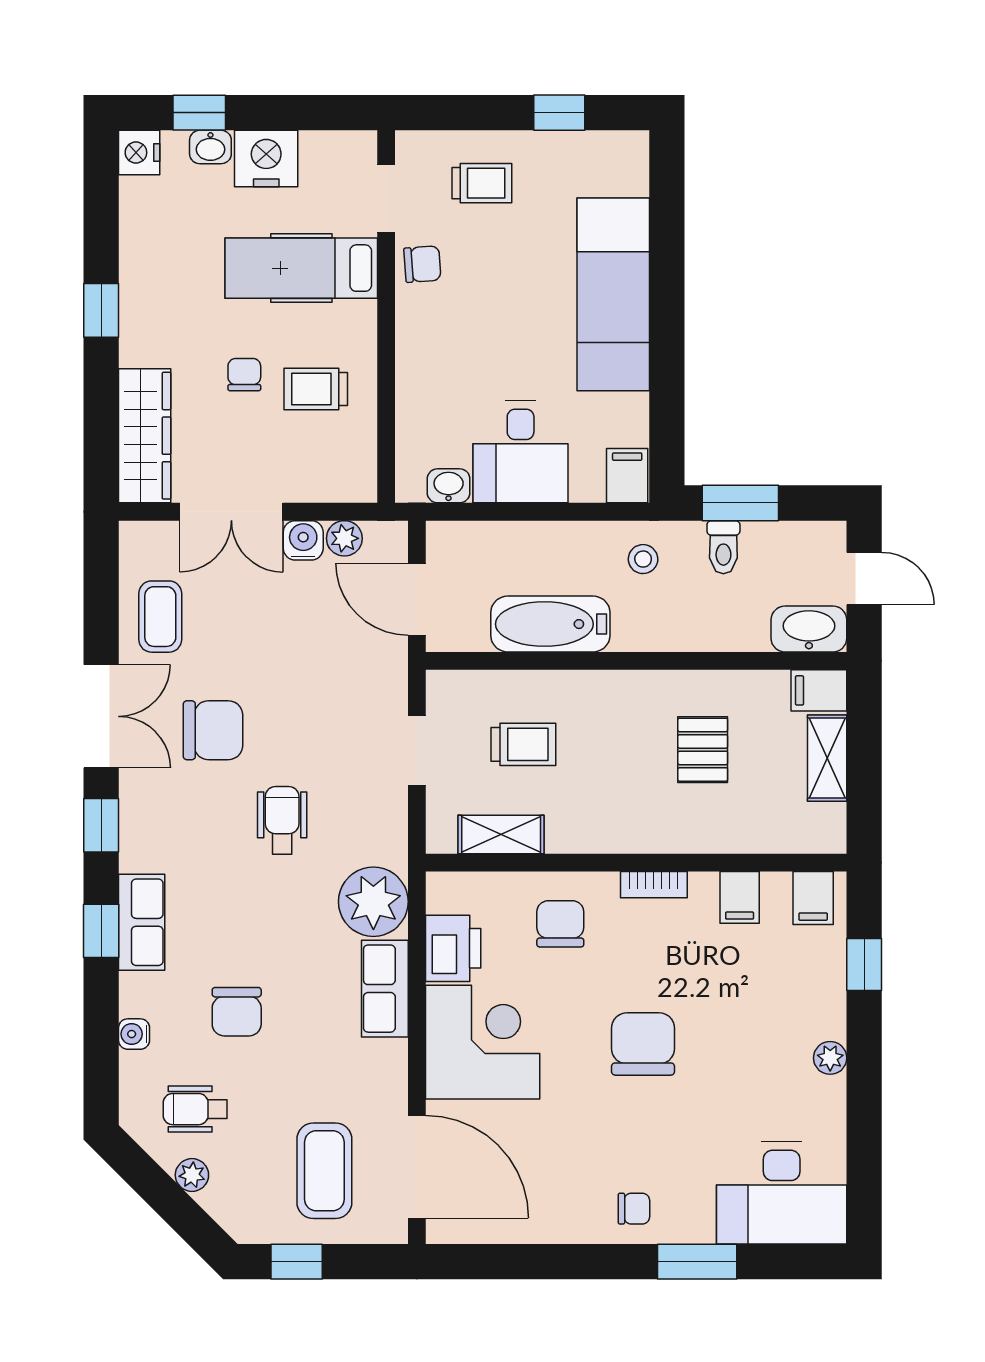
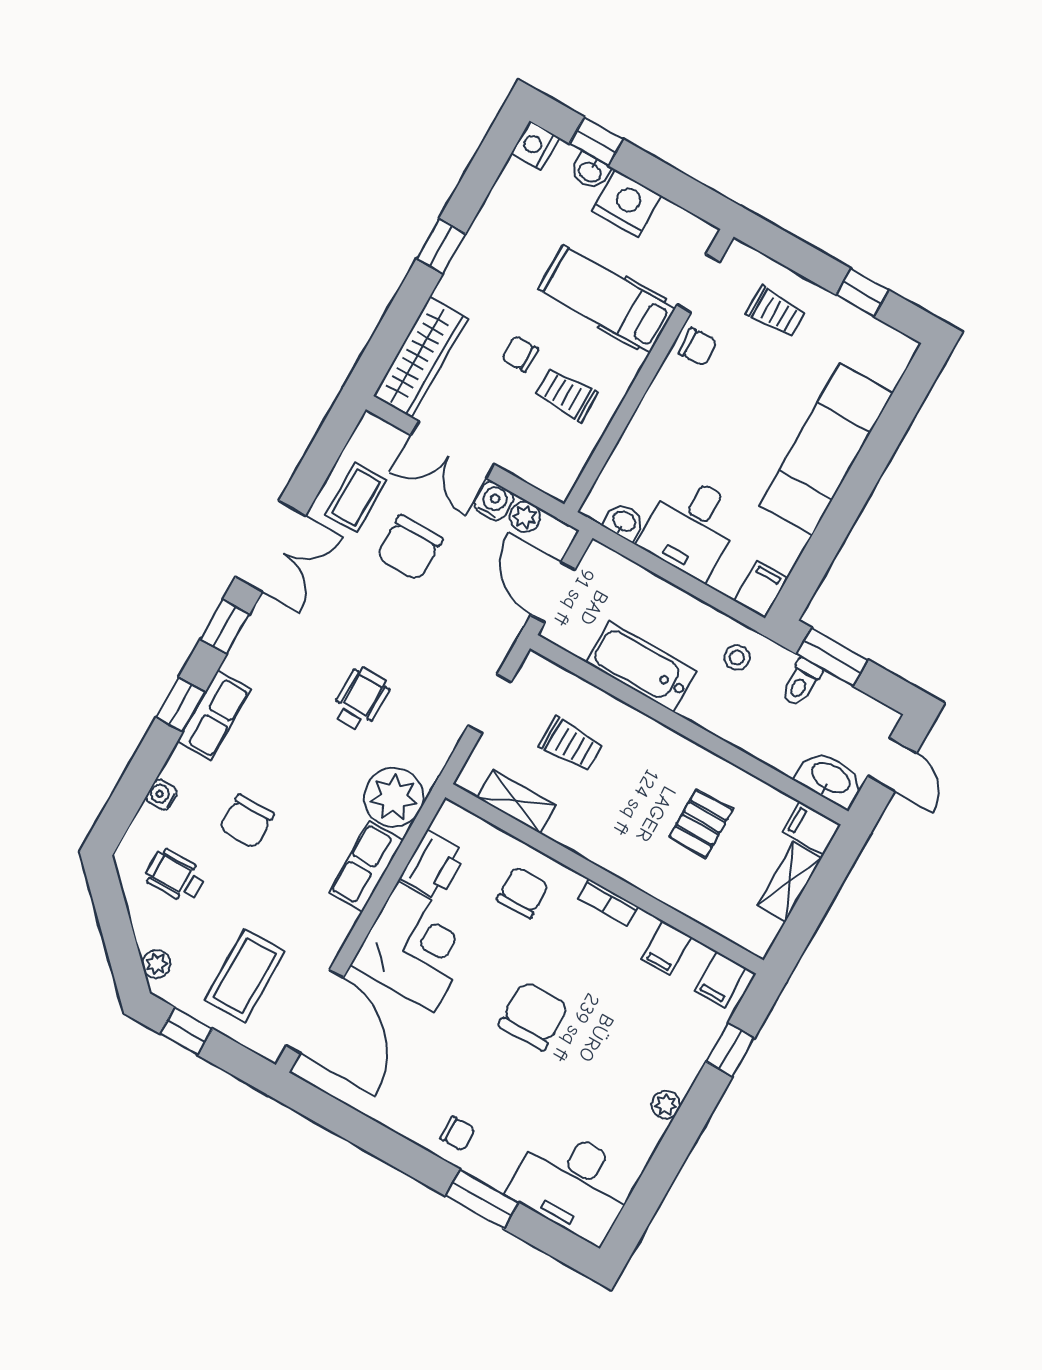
chair: (244, 375) -> (520, 354), turned -90
chair: (213, 730) -> (409, 548), moved, turned 90
plant: (192, 1175) -> (156, 964), moved

